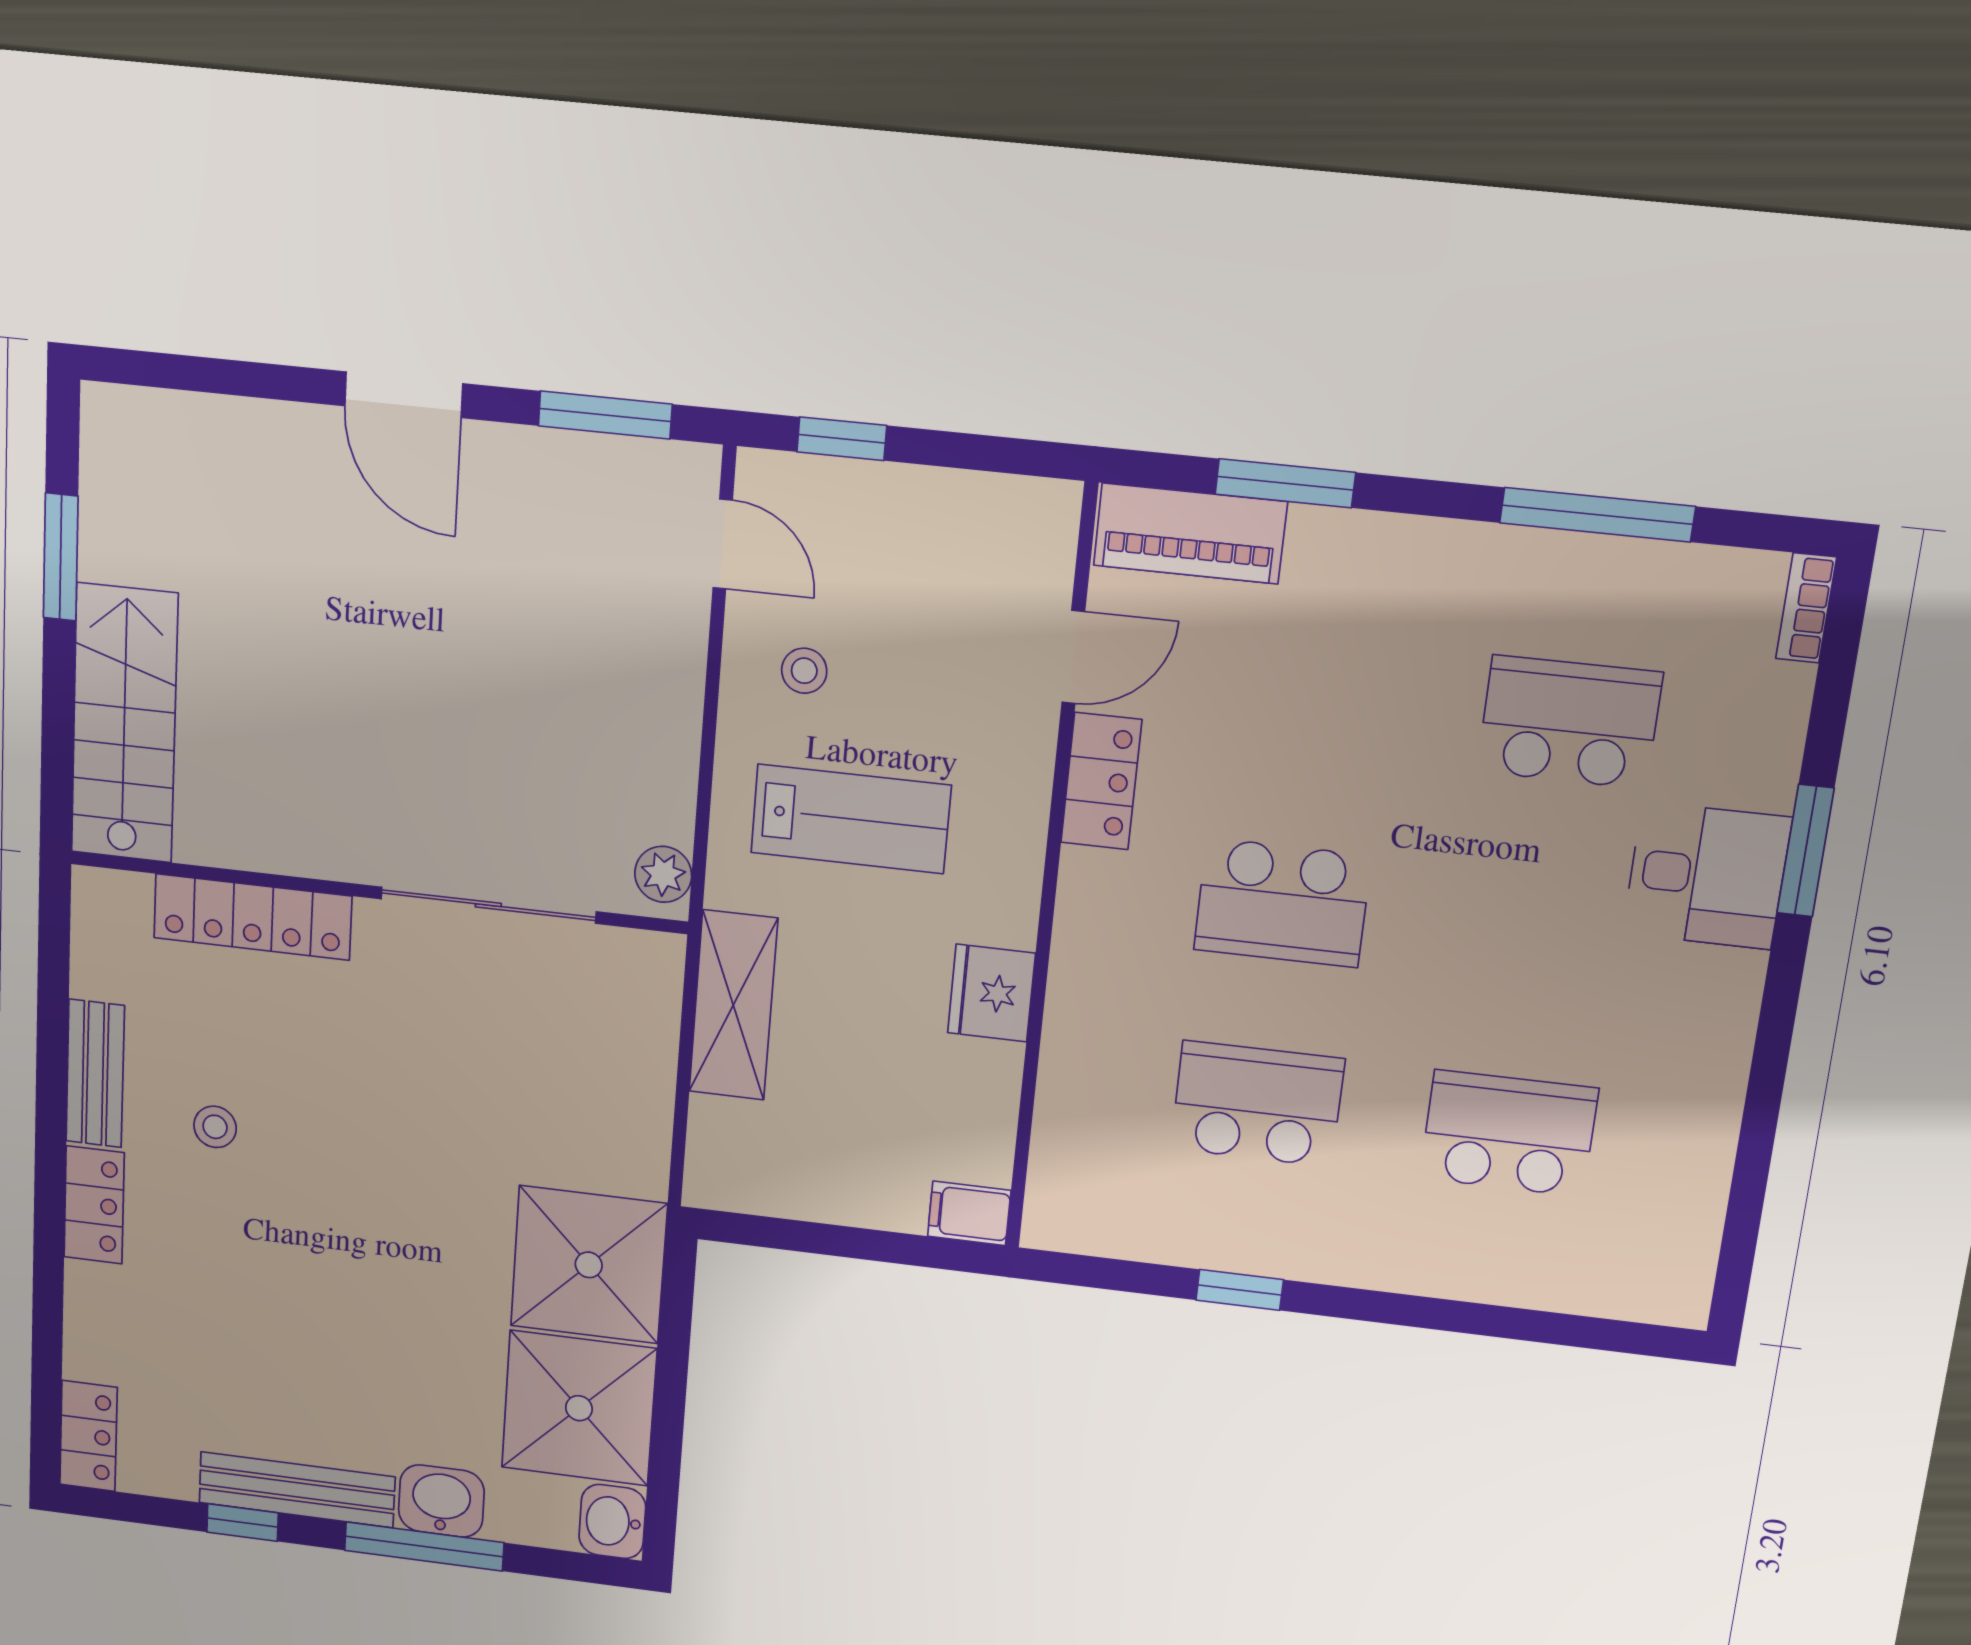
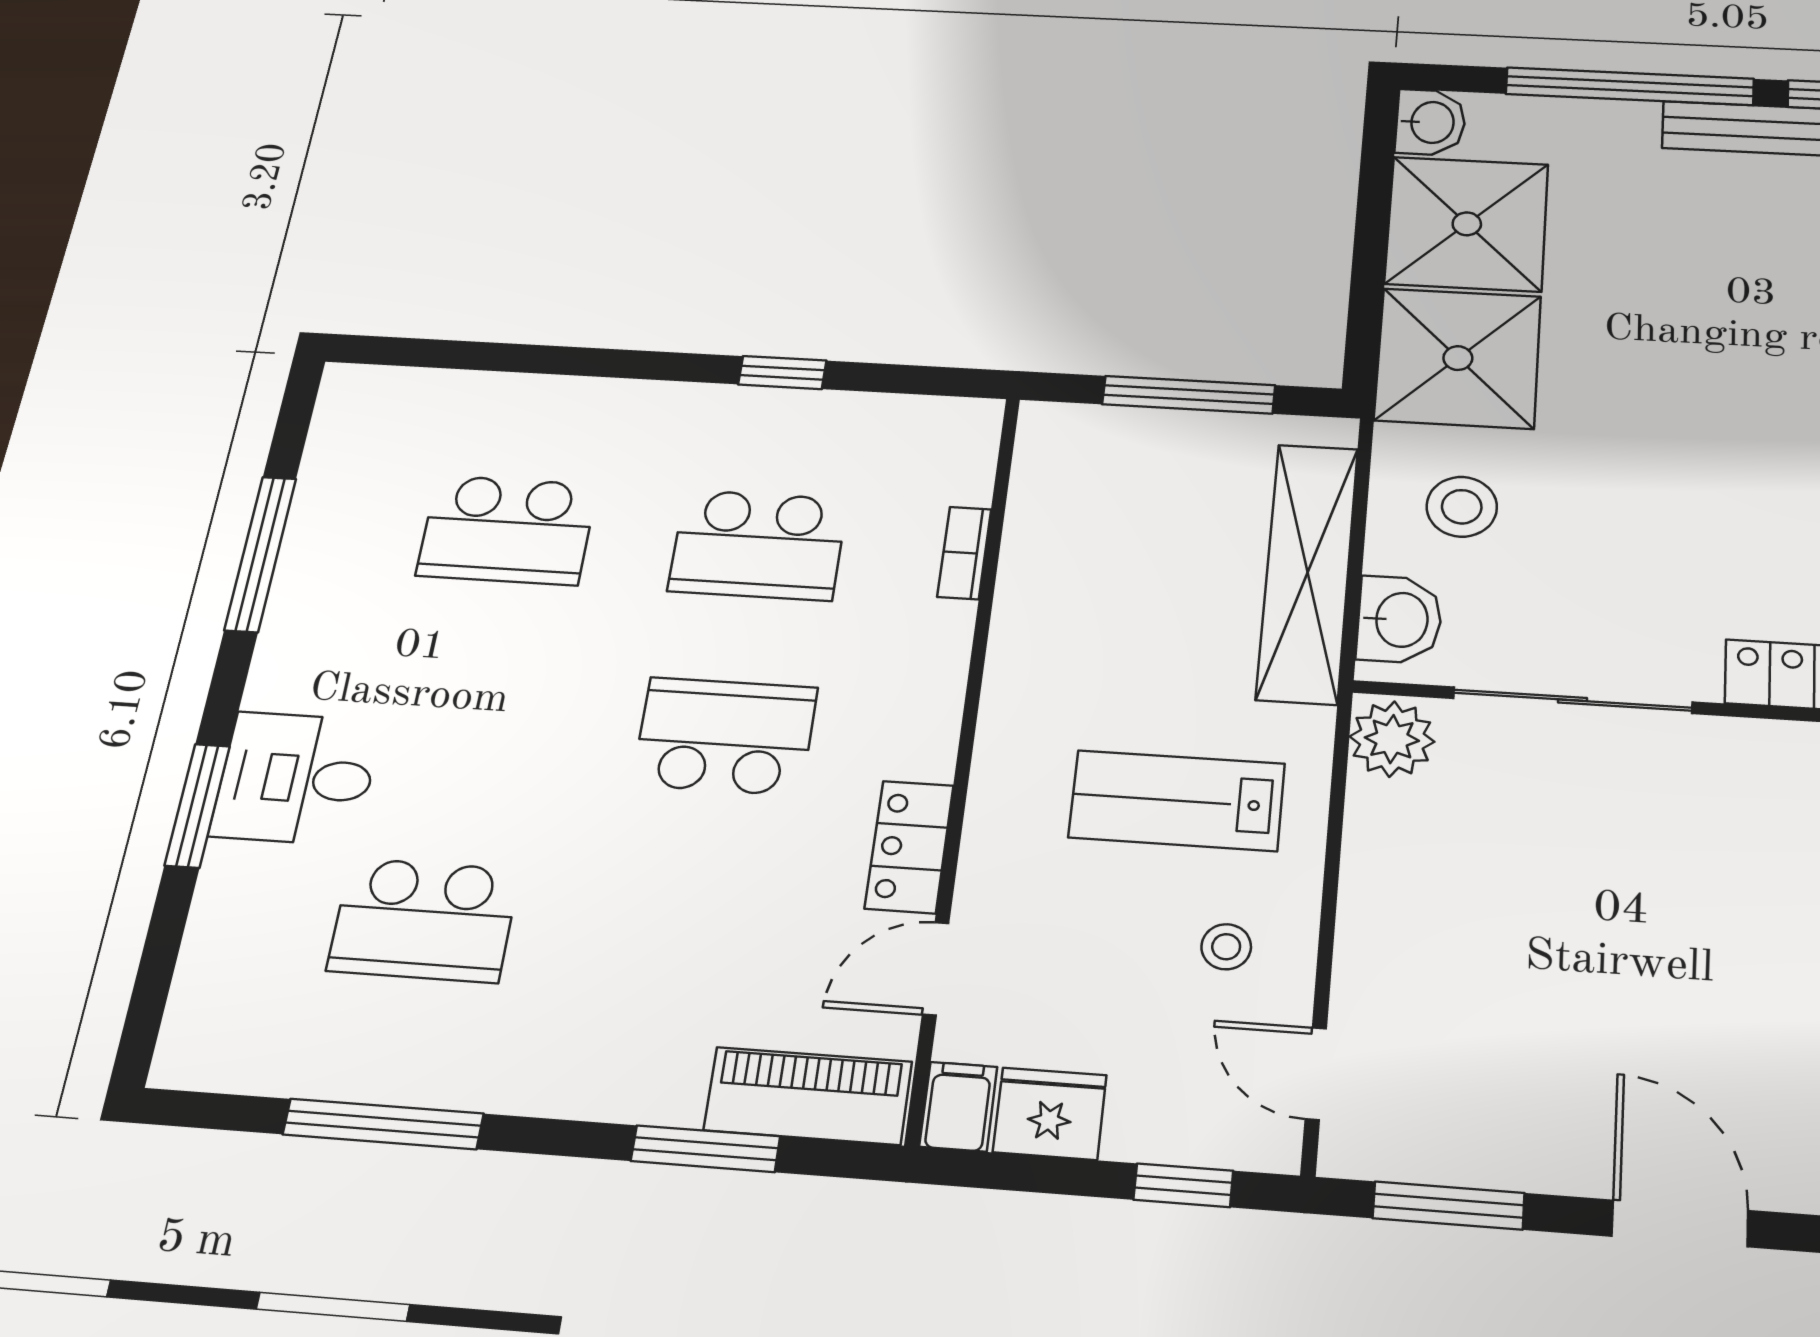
bookcase: (1806, 608) -> (964, 553), moved, turned 180
plant: (663, 874) -> (1392, 739), width x1.38, depth x1.38
fridge: (991, 993) -> (1050, 1114), moved, turned -90
shelving: (733, 1005) -> (1307, 572), width x1.47
stool: (587, 1108) -> (1462, 507), added
window: (1760, 1120) -> (260, 554), added
filing cabinet: (969, 1213) -> (958, 1107), moved, turned -90
window: (843, 1241) -> (1189, 395), added
washbasin: (441, 1501) -> (1399, 620), moved, turned -90
window: (424, 1546) -> (1630, 86), width x1.46

